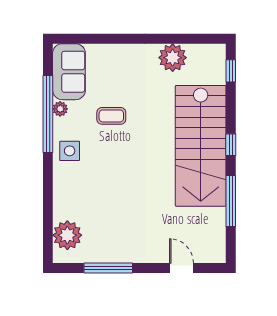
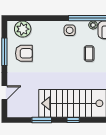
window: (231, 201) -> (42, 120), width x0.69
armchair: (111, 233) -> (24, 53), added

